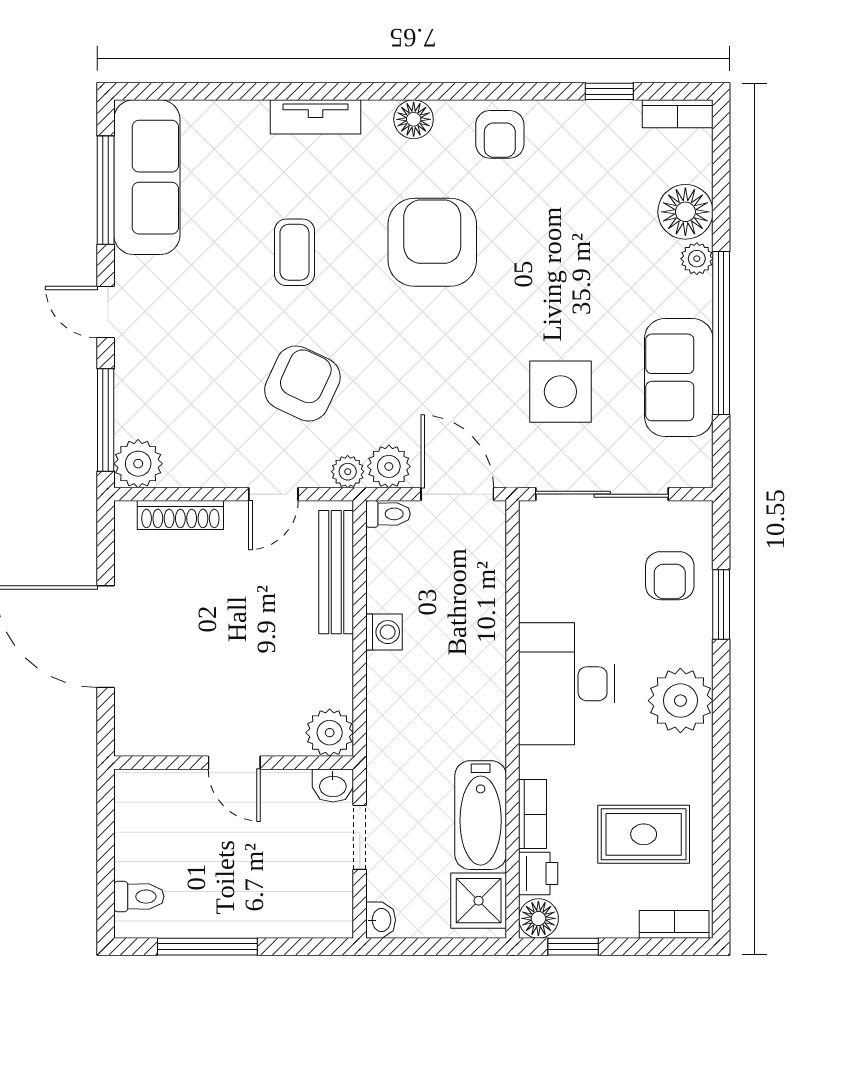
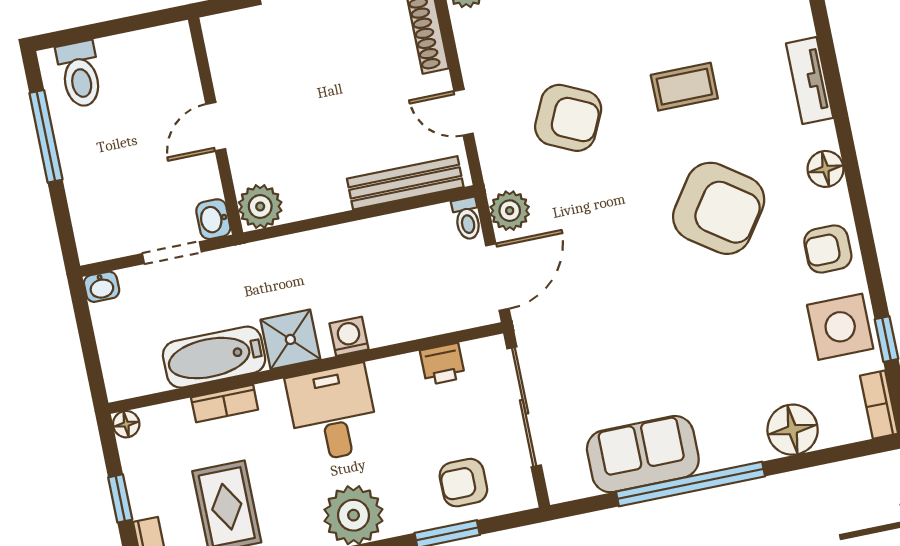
armchair: (432, 242) -> (719, 208), turned 35
plant: (697, 259) -> (753, 448), removed
side table: (560, 392) -> (840, 327), moved
plant: (348, 472) -> (497, 175), removed
washing machine: (384, 632) -> (349, 336), moved, turned 180
desk: (567, 684) -> (333, 413), width x0.73
printer: (538, 873) -> (442, 364), moved
toilet: (139, 897) -> (80, 74), width x1.37, depth x1.39
shower: (479, 901) -> (290, 339), moved
floor lamp: (538, 918) -> (126, 424), width x0.73, depth x0.73
window: (573, 947) -> (120, 498), moved

